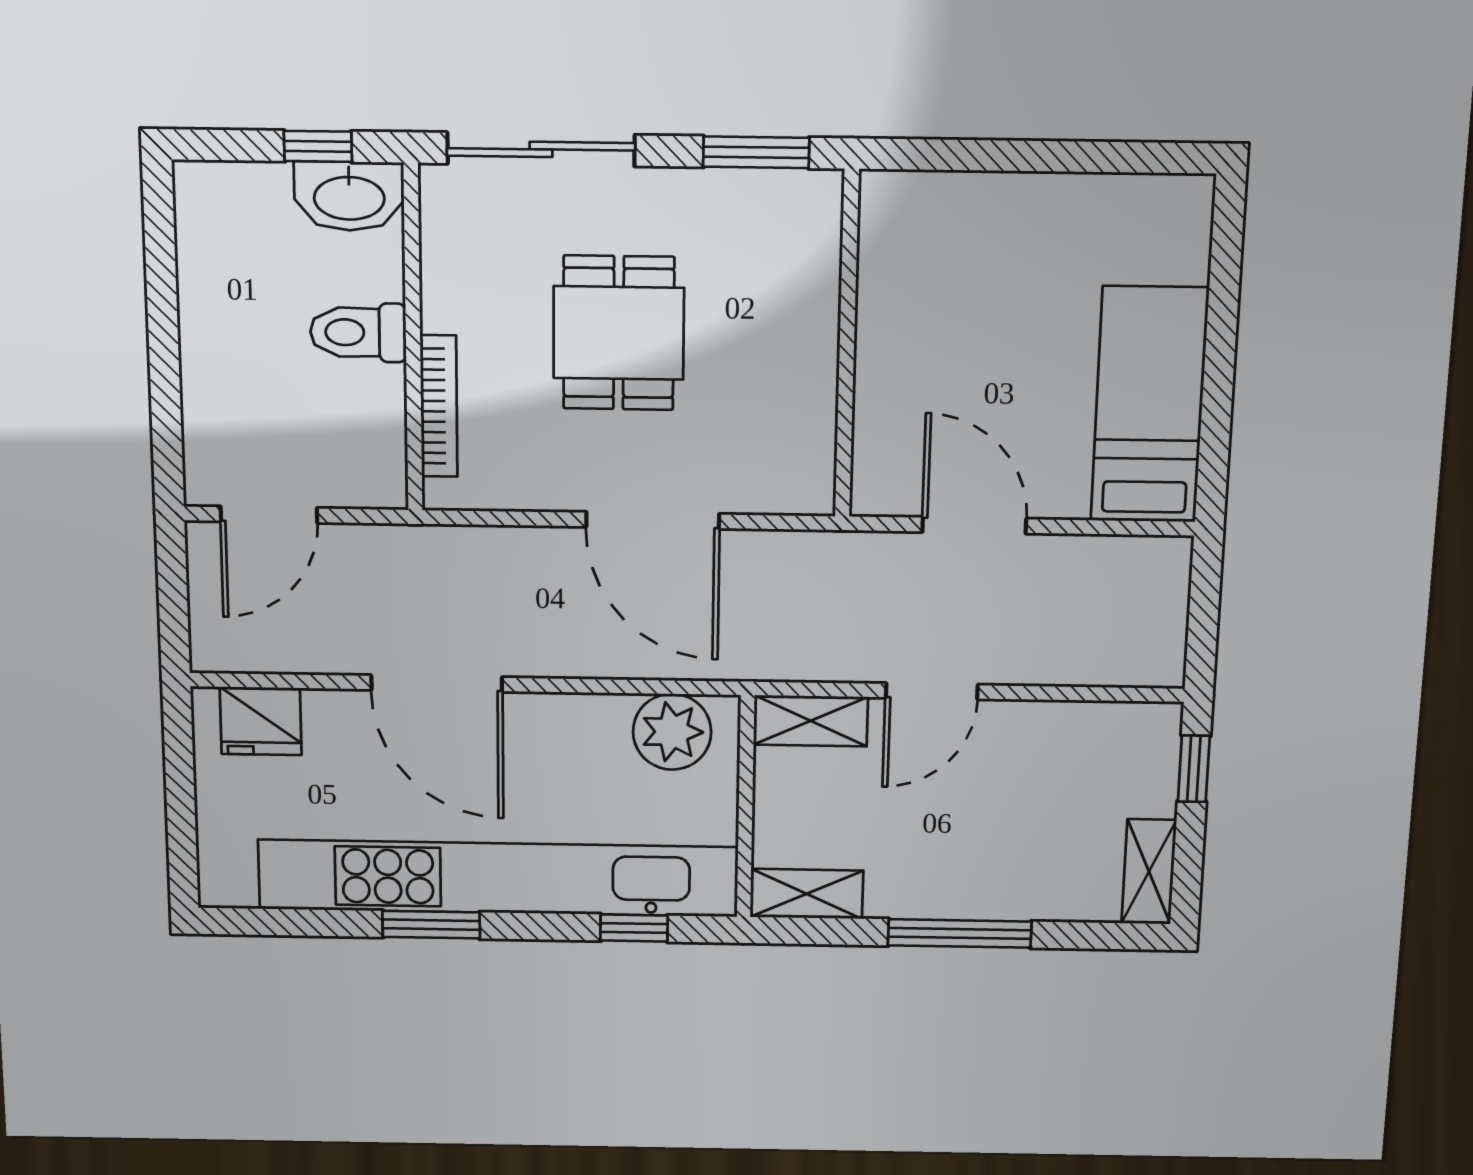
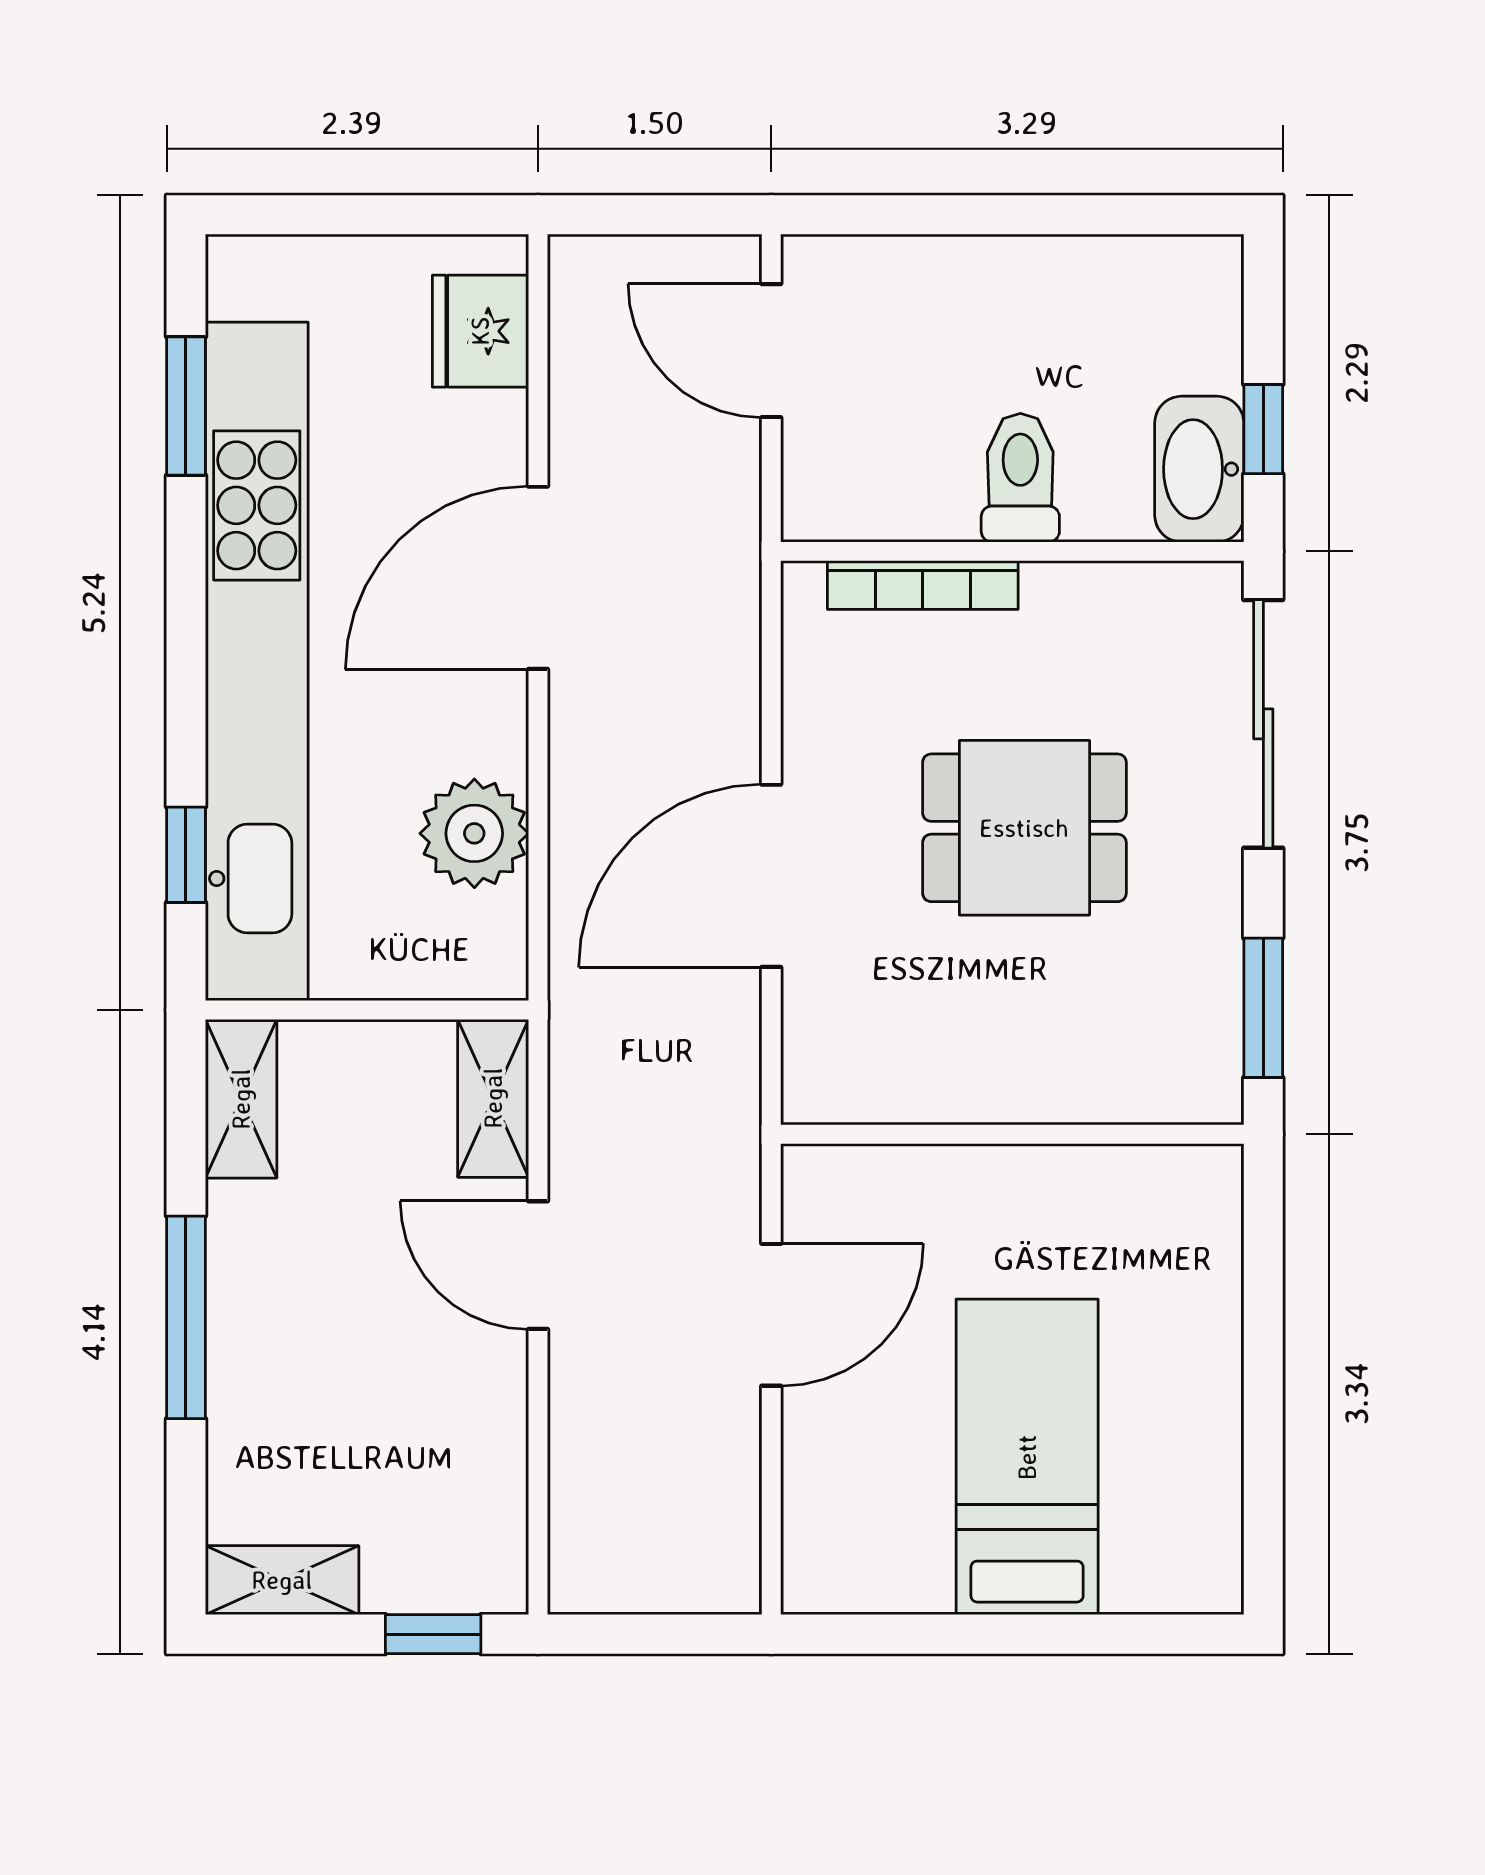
bed: (1149, 405) -> (1027, 1457), moved, turned -90
plant: (672, 732) -> (474, 833), moved
window: (431, 925) -> (186, 406), moved

